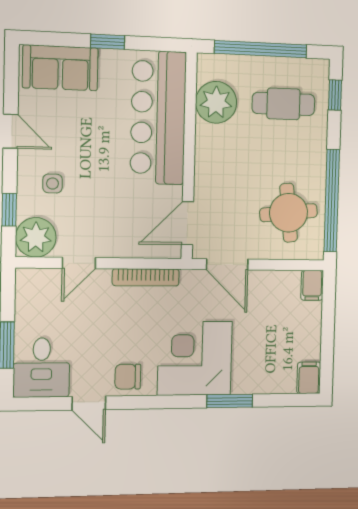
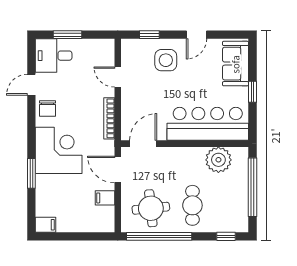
cafe table: (283, 104) -> (192, 205), moved
side table: (53, 184) -> (166, 60), width x1.87, depth x1.87
door: (187, 223) -> (143, 144), hinge flipped
plant: (36, 237) -> (133, 51), removed
door: (227, 264) -> (118, 170), hinge flipped
filing cabinet: (312, 285) -> (105, 198), moved
chair: (128, 377) -> (48, 109), turned 180

